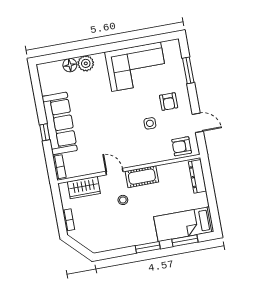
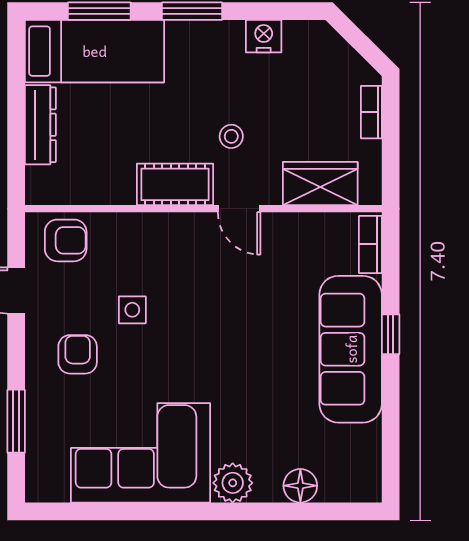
plant: (86, 63) -> (233, 483), moved
dresser: (198, 176) -> (40, 125), moved
nightstand: (117, 242) -> (264, 36), added

